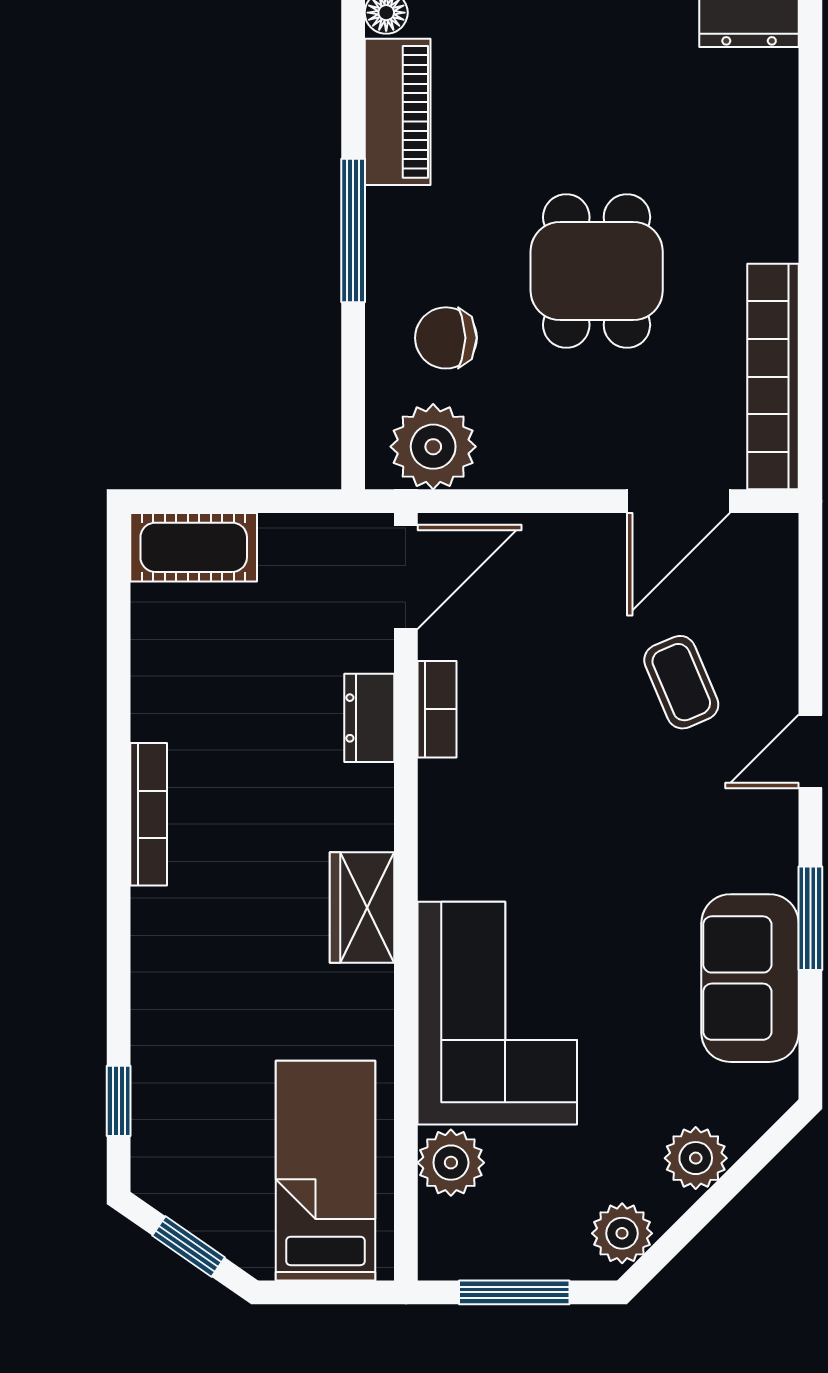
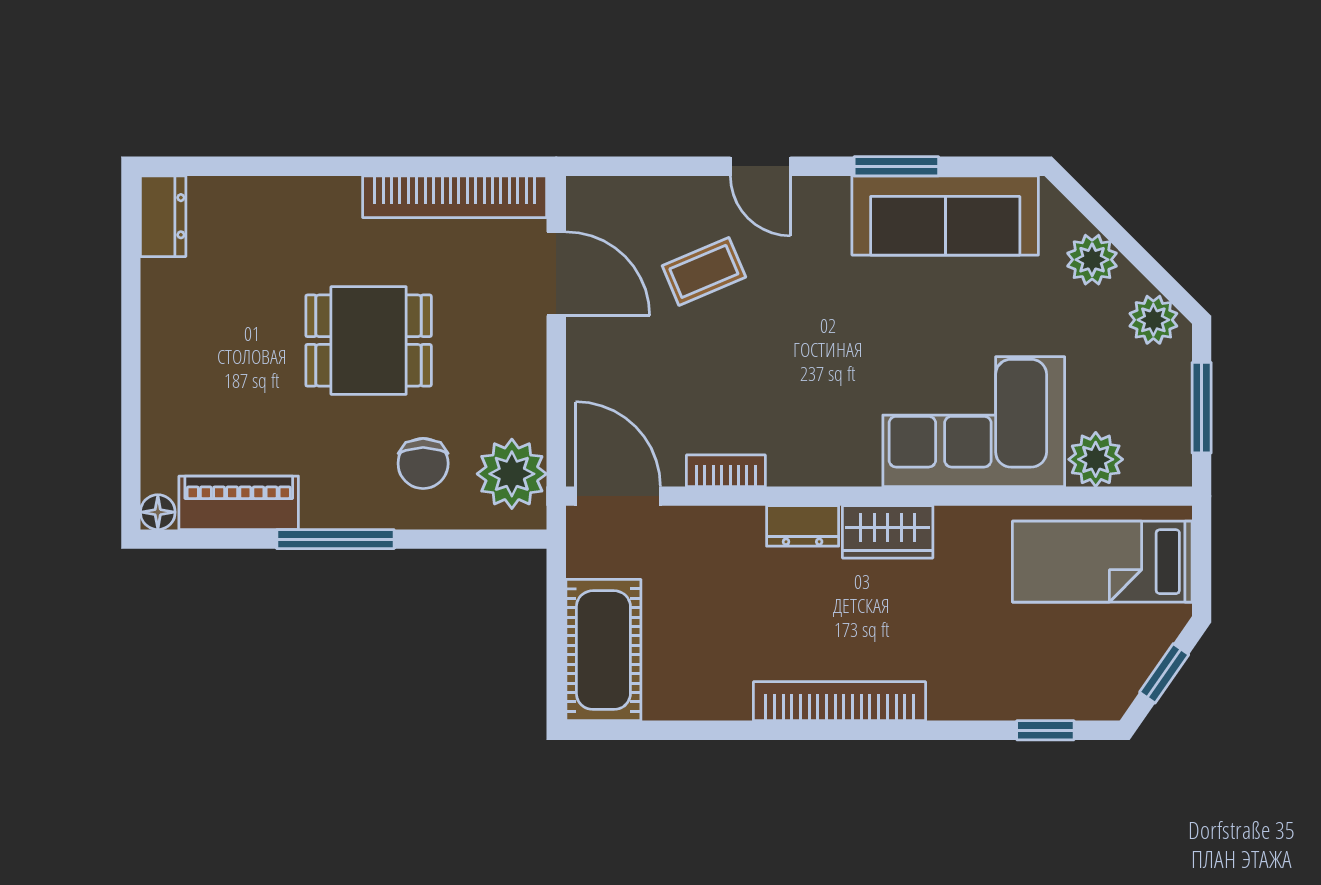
cot: (194, 547) -> (603, 650), width x1.37, depth x1.34
dresser: (369, 718) -> (803, 526), moved
bookcase: (149, 814) -> (840, 701), width x1.48, depth x1.31
sofa: (750, 978) -> (945, 215), width x1.36

